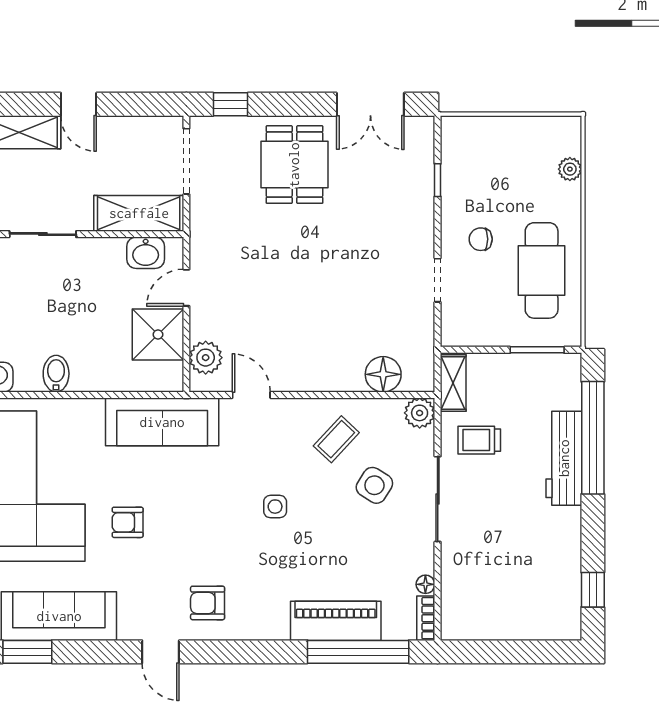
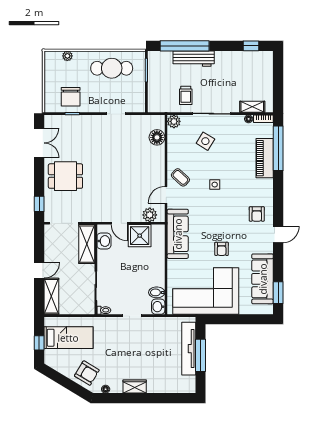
chair: (481, 239) -> (71, 97), moved, width x1.87, depth x1.87
bidet: (56, 374) -> (157, 292), moved
shelving: (453, 383) -> (252, 107), moved
coffee table: (336, 439) -> (180, 177), moved

